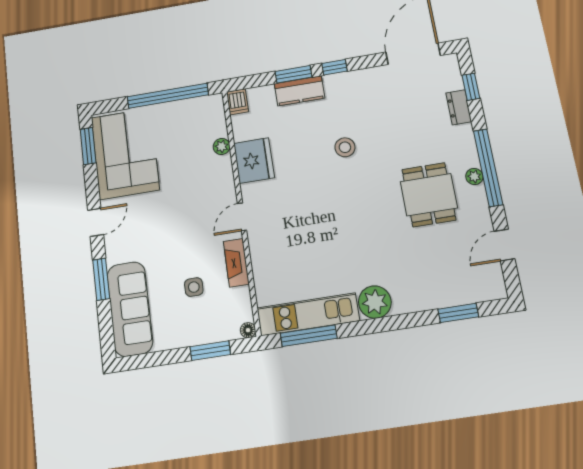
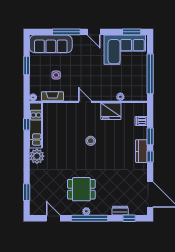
kitchen counter: (299, 91) -> (141, 151), moved
dishwasher: (238, 102) -> (141, 121), moved
stool: (345, 147) -> (91, 141), moved
fireplace: (236, 263) -> (52, 96), moved
window: (101, 279) -> (66, 32), width x1.44
window: (309, 336) -> (27, 124), width x0.46
window: (210, 351) -> (27, 65), moved

